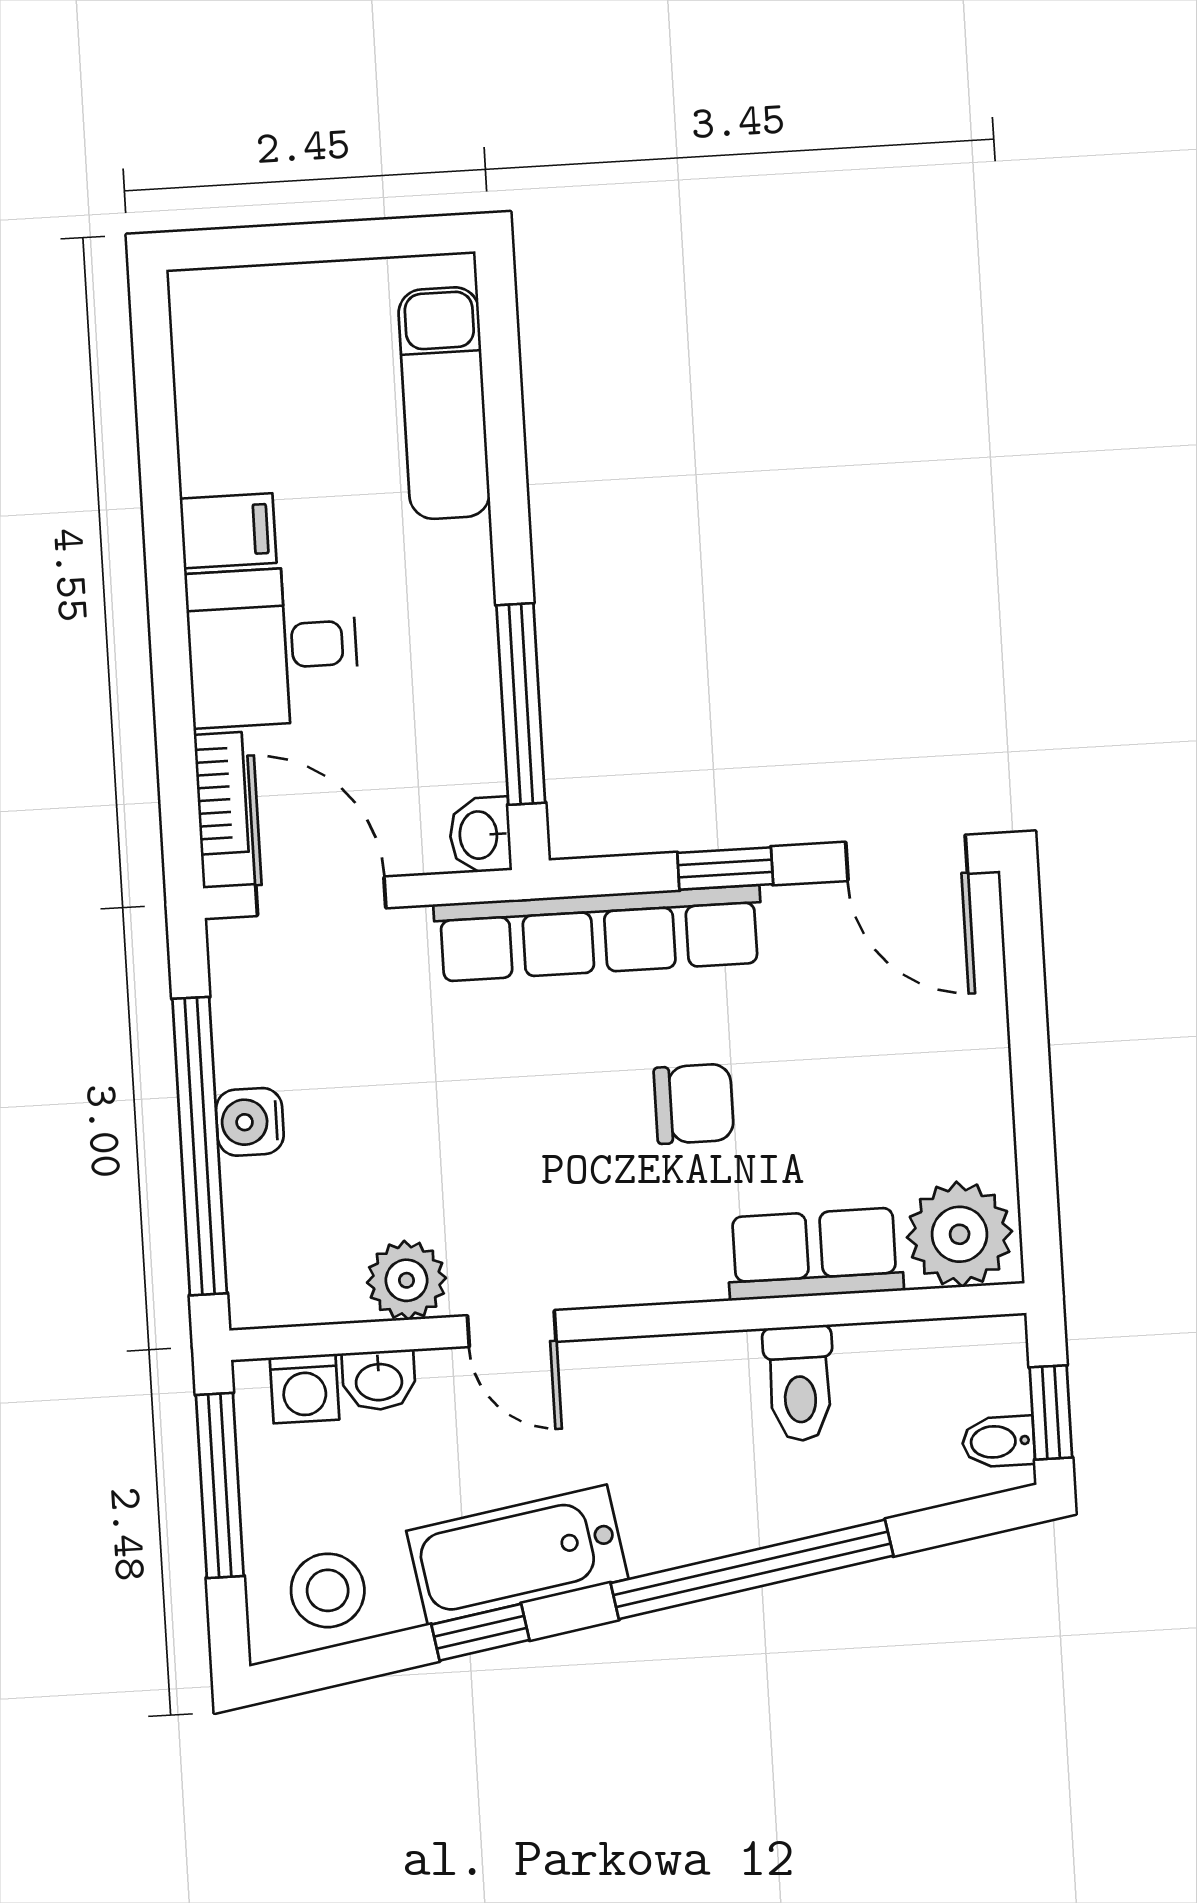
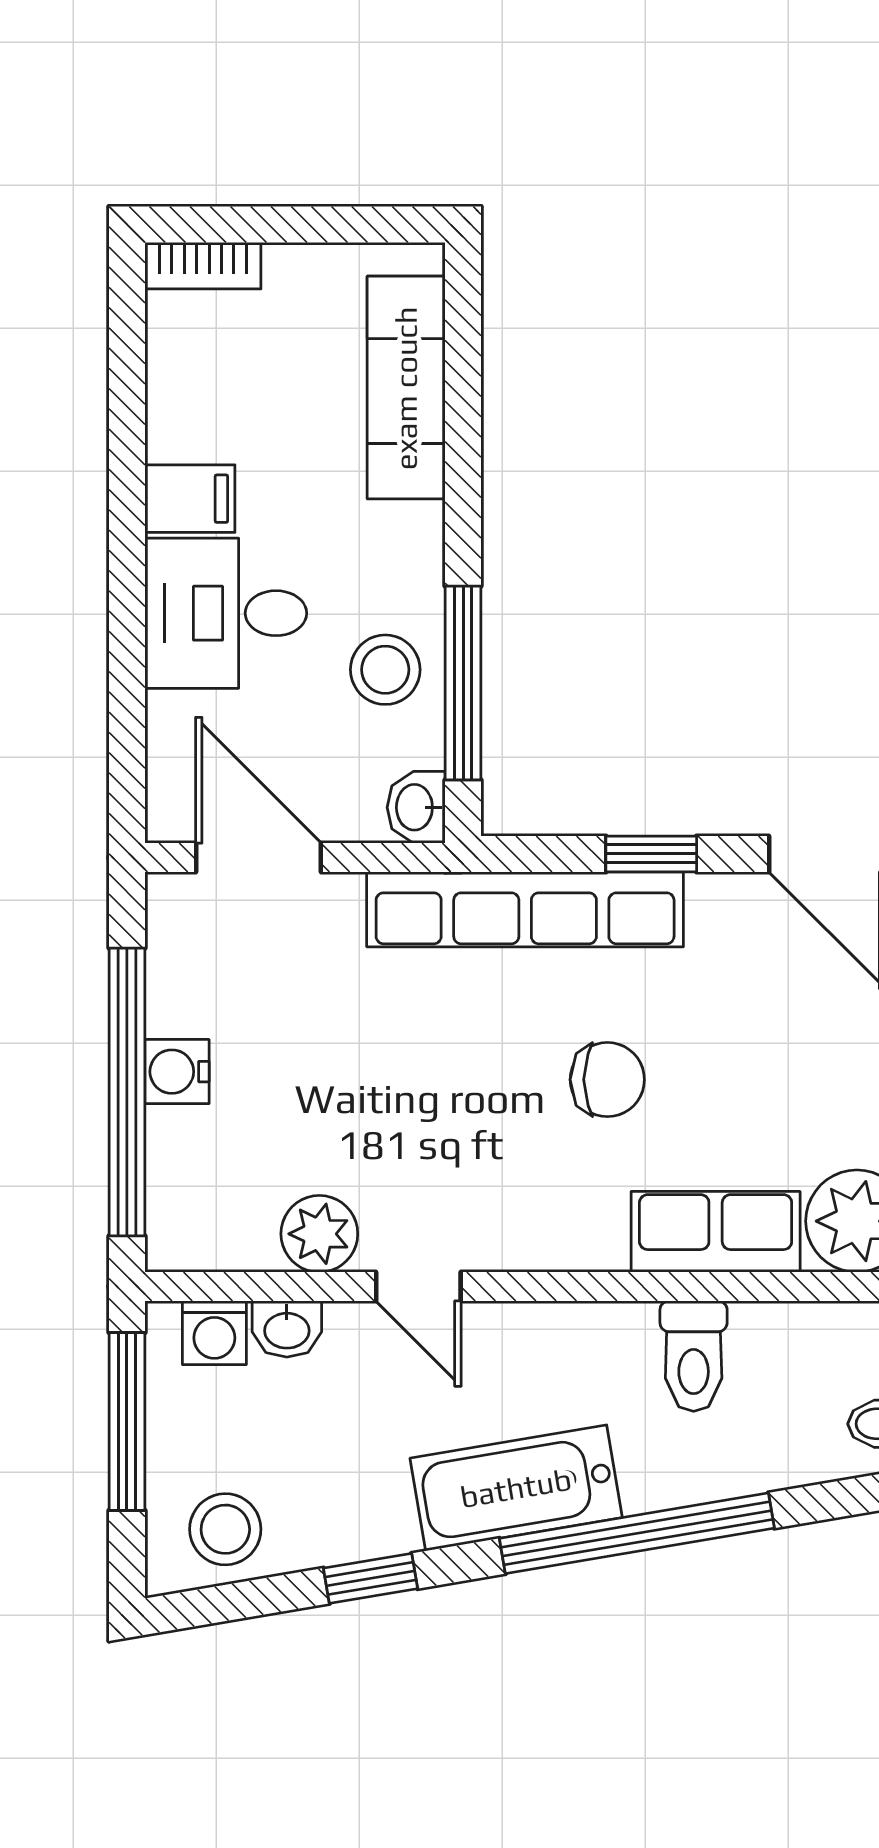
stool: (440, 695) -> (385, 670), added
bookcase: (221, 793) -> (203, 266), moved, turned 90
bathtub: (517, 1555) -> (516, 1488), moved

